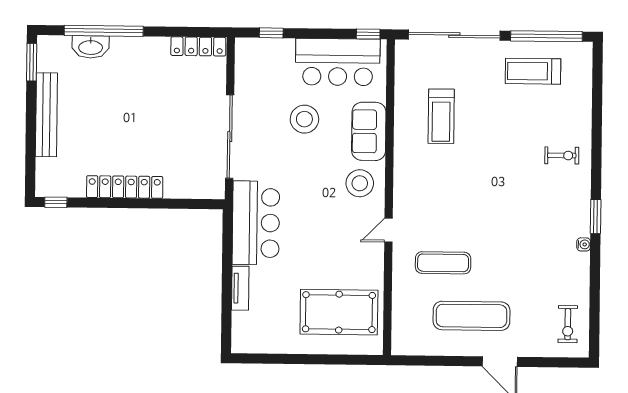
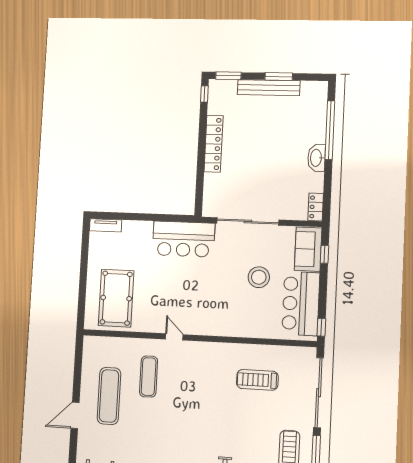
locker: (198, 46) -> (316, 207), width x0.66
washbasin: (91, 47) -> (316, 158), moved
window: (32, 62) -> (279, 77), moved
sofa: (369, 131) -> (308, 249), moved, turned -90
window: (30, 170) -> (228, 76), added
stool: (360, 183) -> (210, 317), removed
tv unit: (240, 288) -> (106, 225), moved

